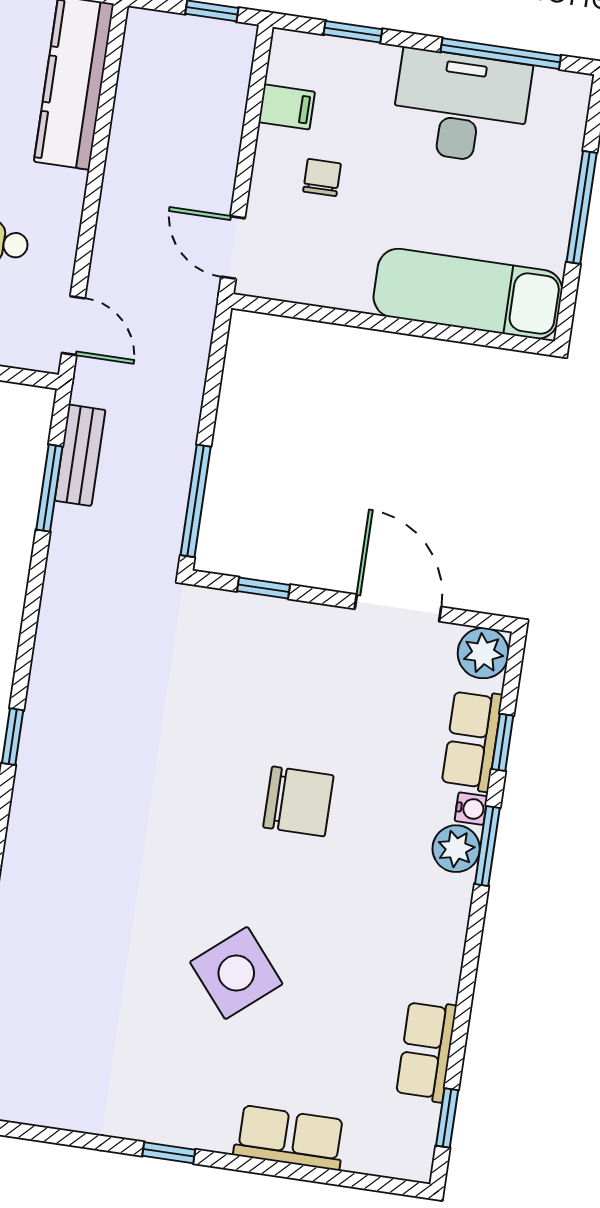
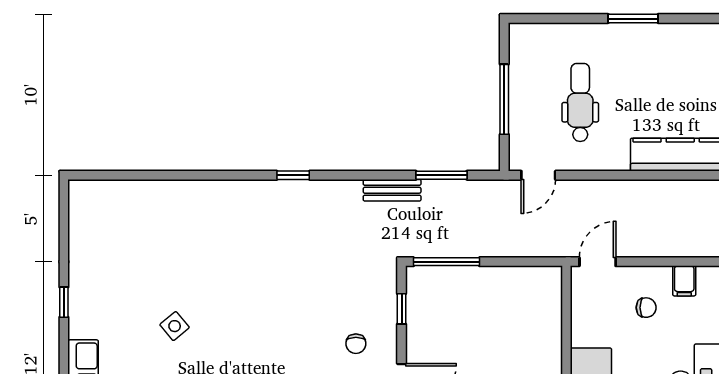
bench: (80, 455) -> (392, 190), moved
chair: (298, 801) -> (356, 344), moved, width x0.54, depth x0.54
side table: (236, 973) -> (175, 326), width x0.54, depth x0.54

